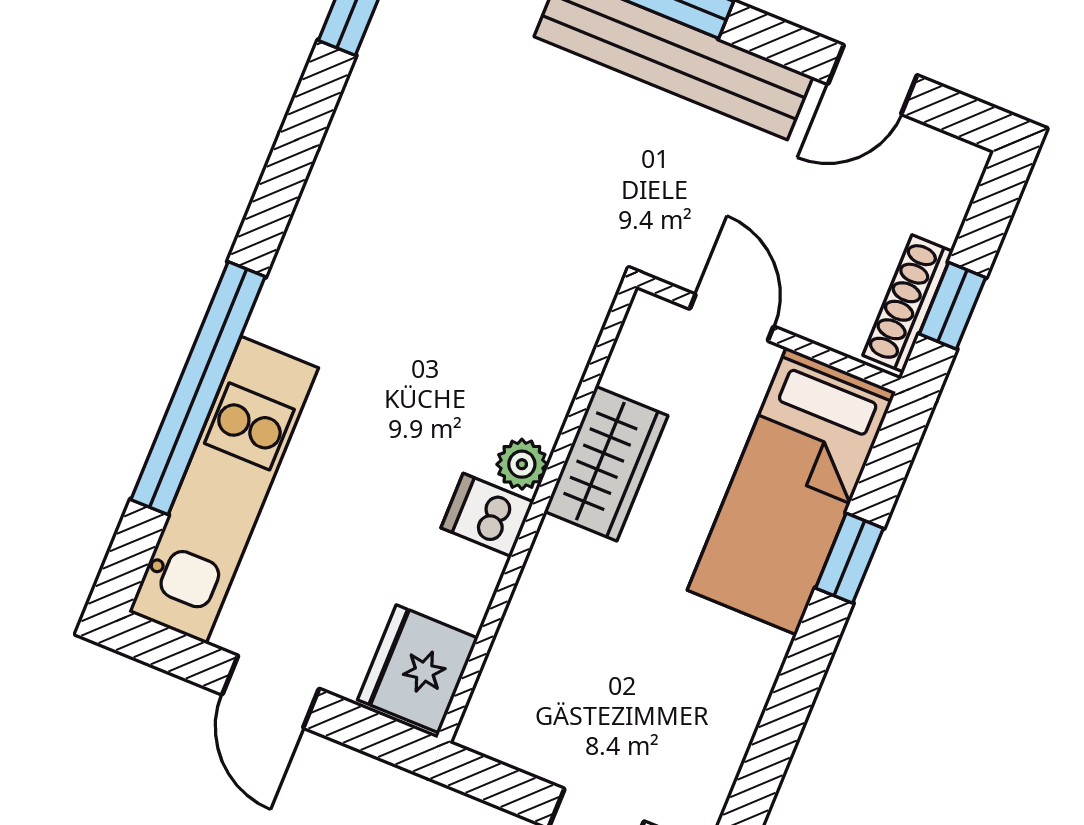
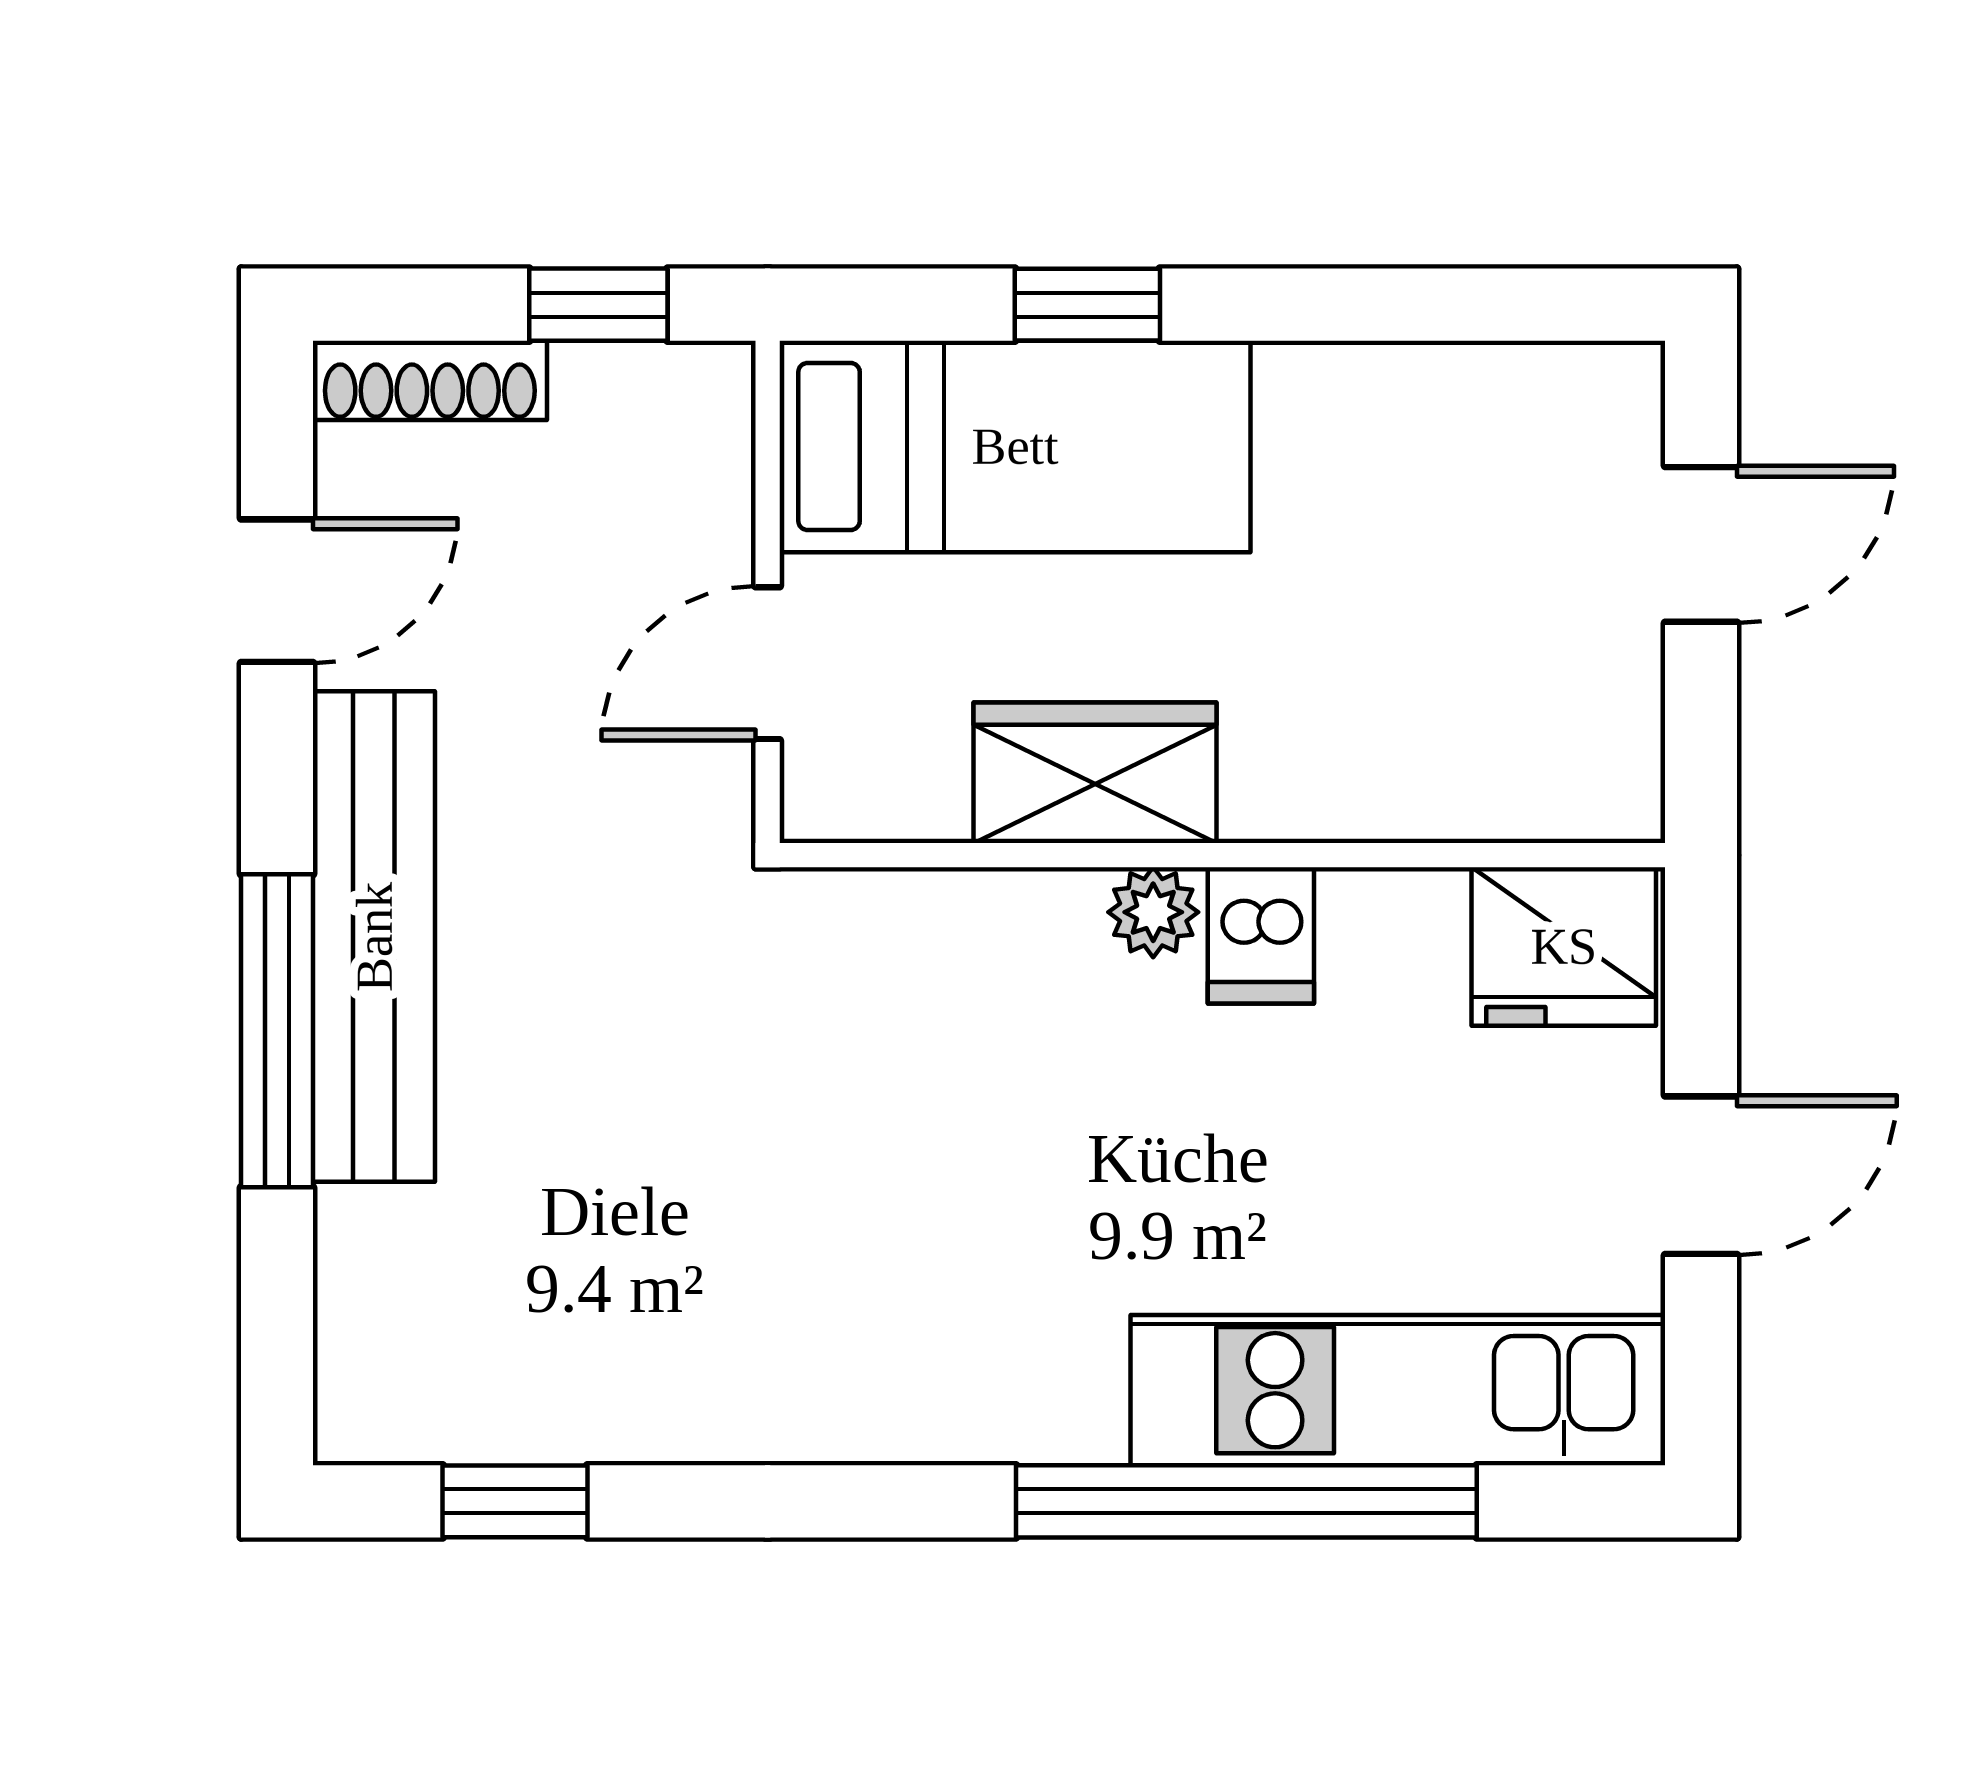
door: (872, 80) -> (277, 591), hinge flipped
shoe rack: (908, 303) -> (430, 380), moved

